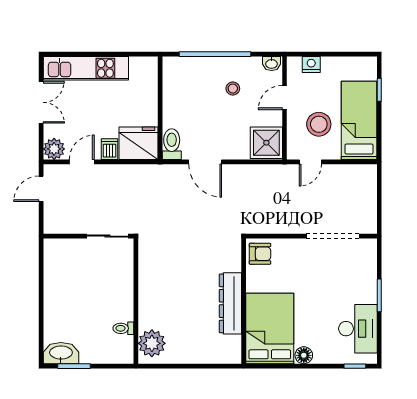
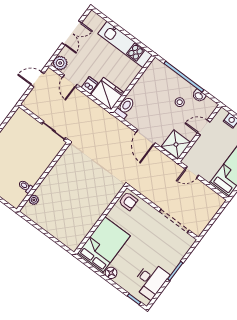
washbasin: (272, 63) -> (199, 96), moved
kitchen unit: (86, 68) -> (125, 44), moved
stool: (319, 124) -> (211, 156), removed
door: (82, 162) -> (70, 81), swing flipped
door: (205, 162) -> (146, 138), moved
dresser: (230, 303) -> (93, 216), removed
plant: (152, 343) -> (34, 200), width x0.53, depth x0.53

